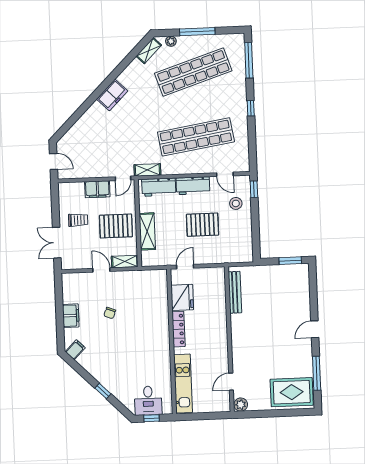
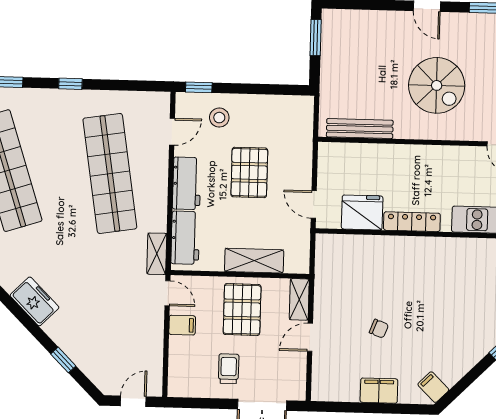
window: (77, 116) -> (63, 360), added
filing cabinet: (97, 189) -> (182, 325), width x0.50
spiral stairs: (265, 339) -> (437, 85), added

